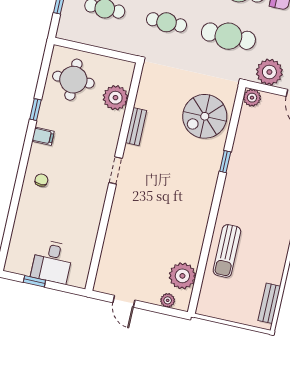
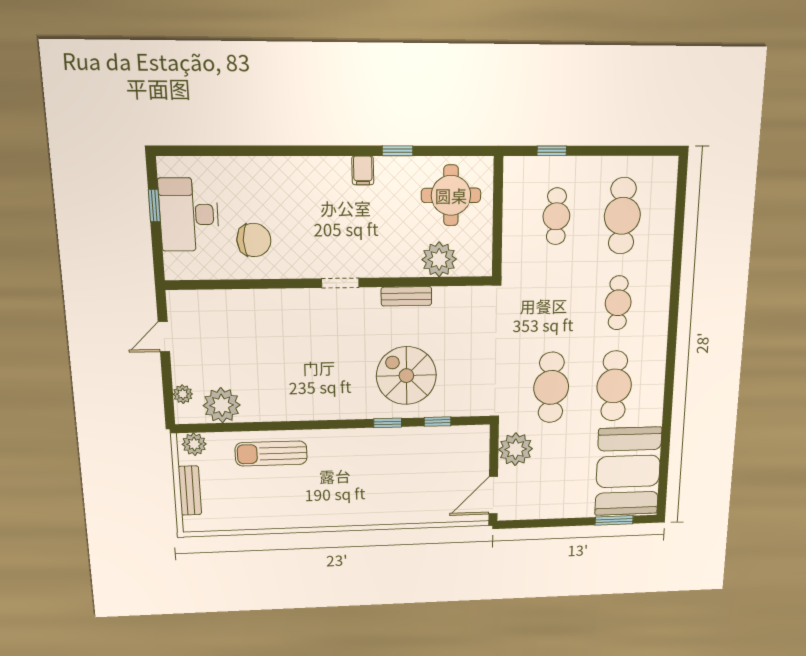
cafe table: (167, 22) -> (554, 304), removed
plant: (252, 98) -> (194, 444), moved
spiral stairs: (205, 116) -> (406, 376), moved
window: (233, 125) -> (437, 422), added
chair: (41, 180) -> (254, 240), moved, width x1.87, depth x1.87
desk: (52, 262) -> (189, 215), width x1.37
bench: (269, 303) -> (190, 491), moved, turned 90

